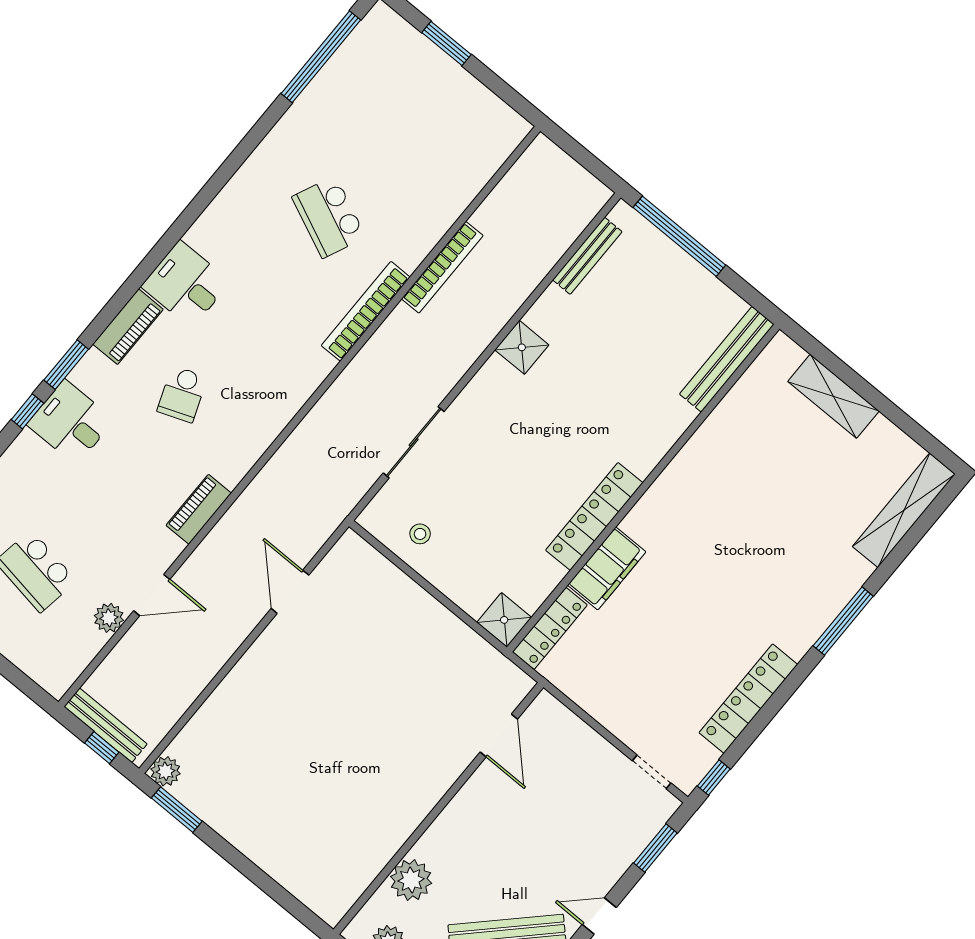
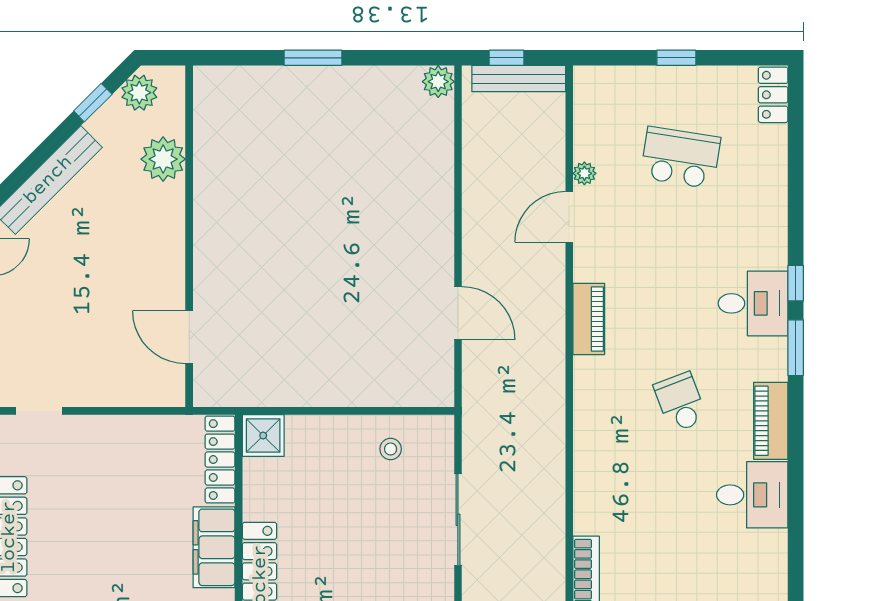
plant: (109, 618) -> (584, 173), width x0.73, depth x0.73
window: (177, 810) -> (313, 58), moved

